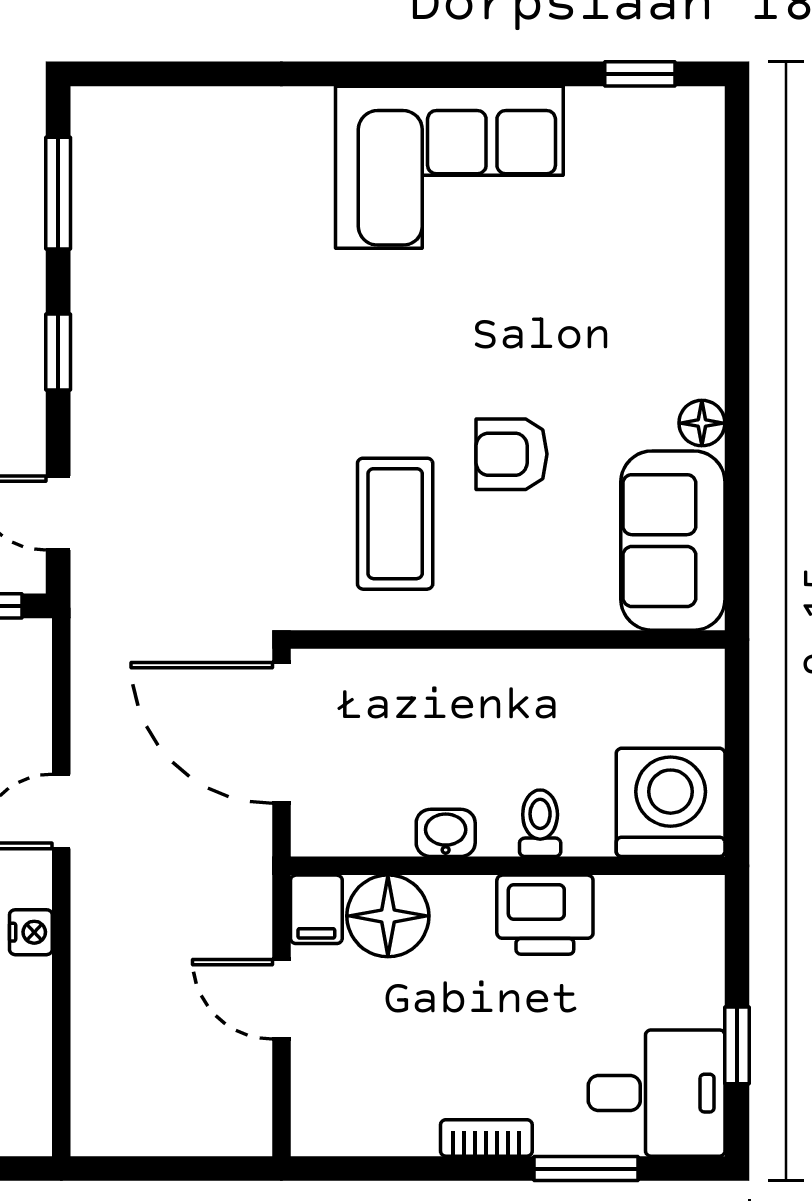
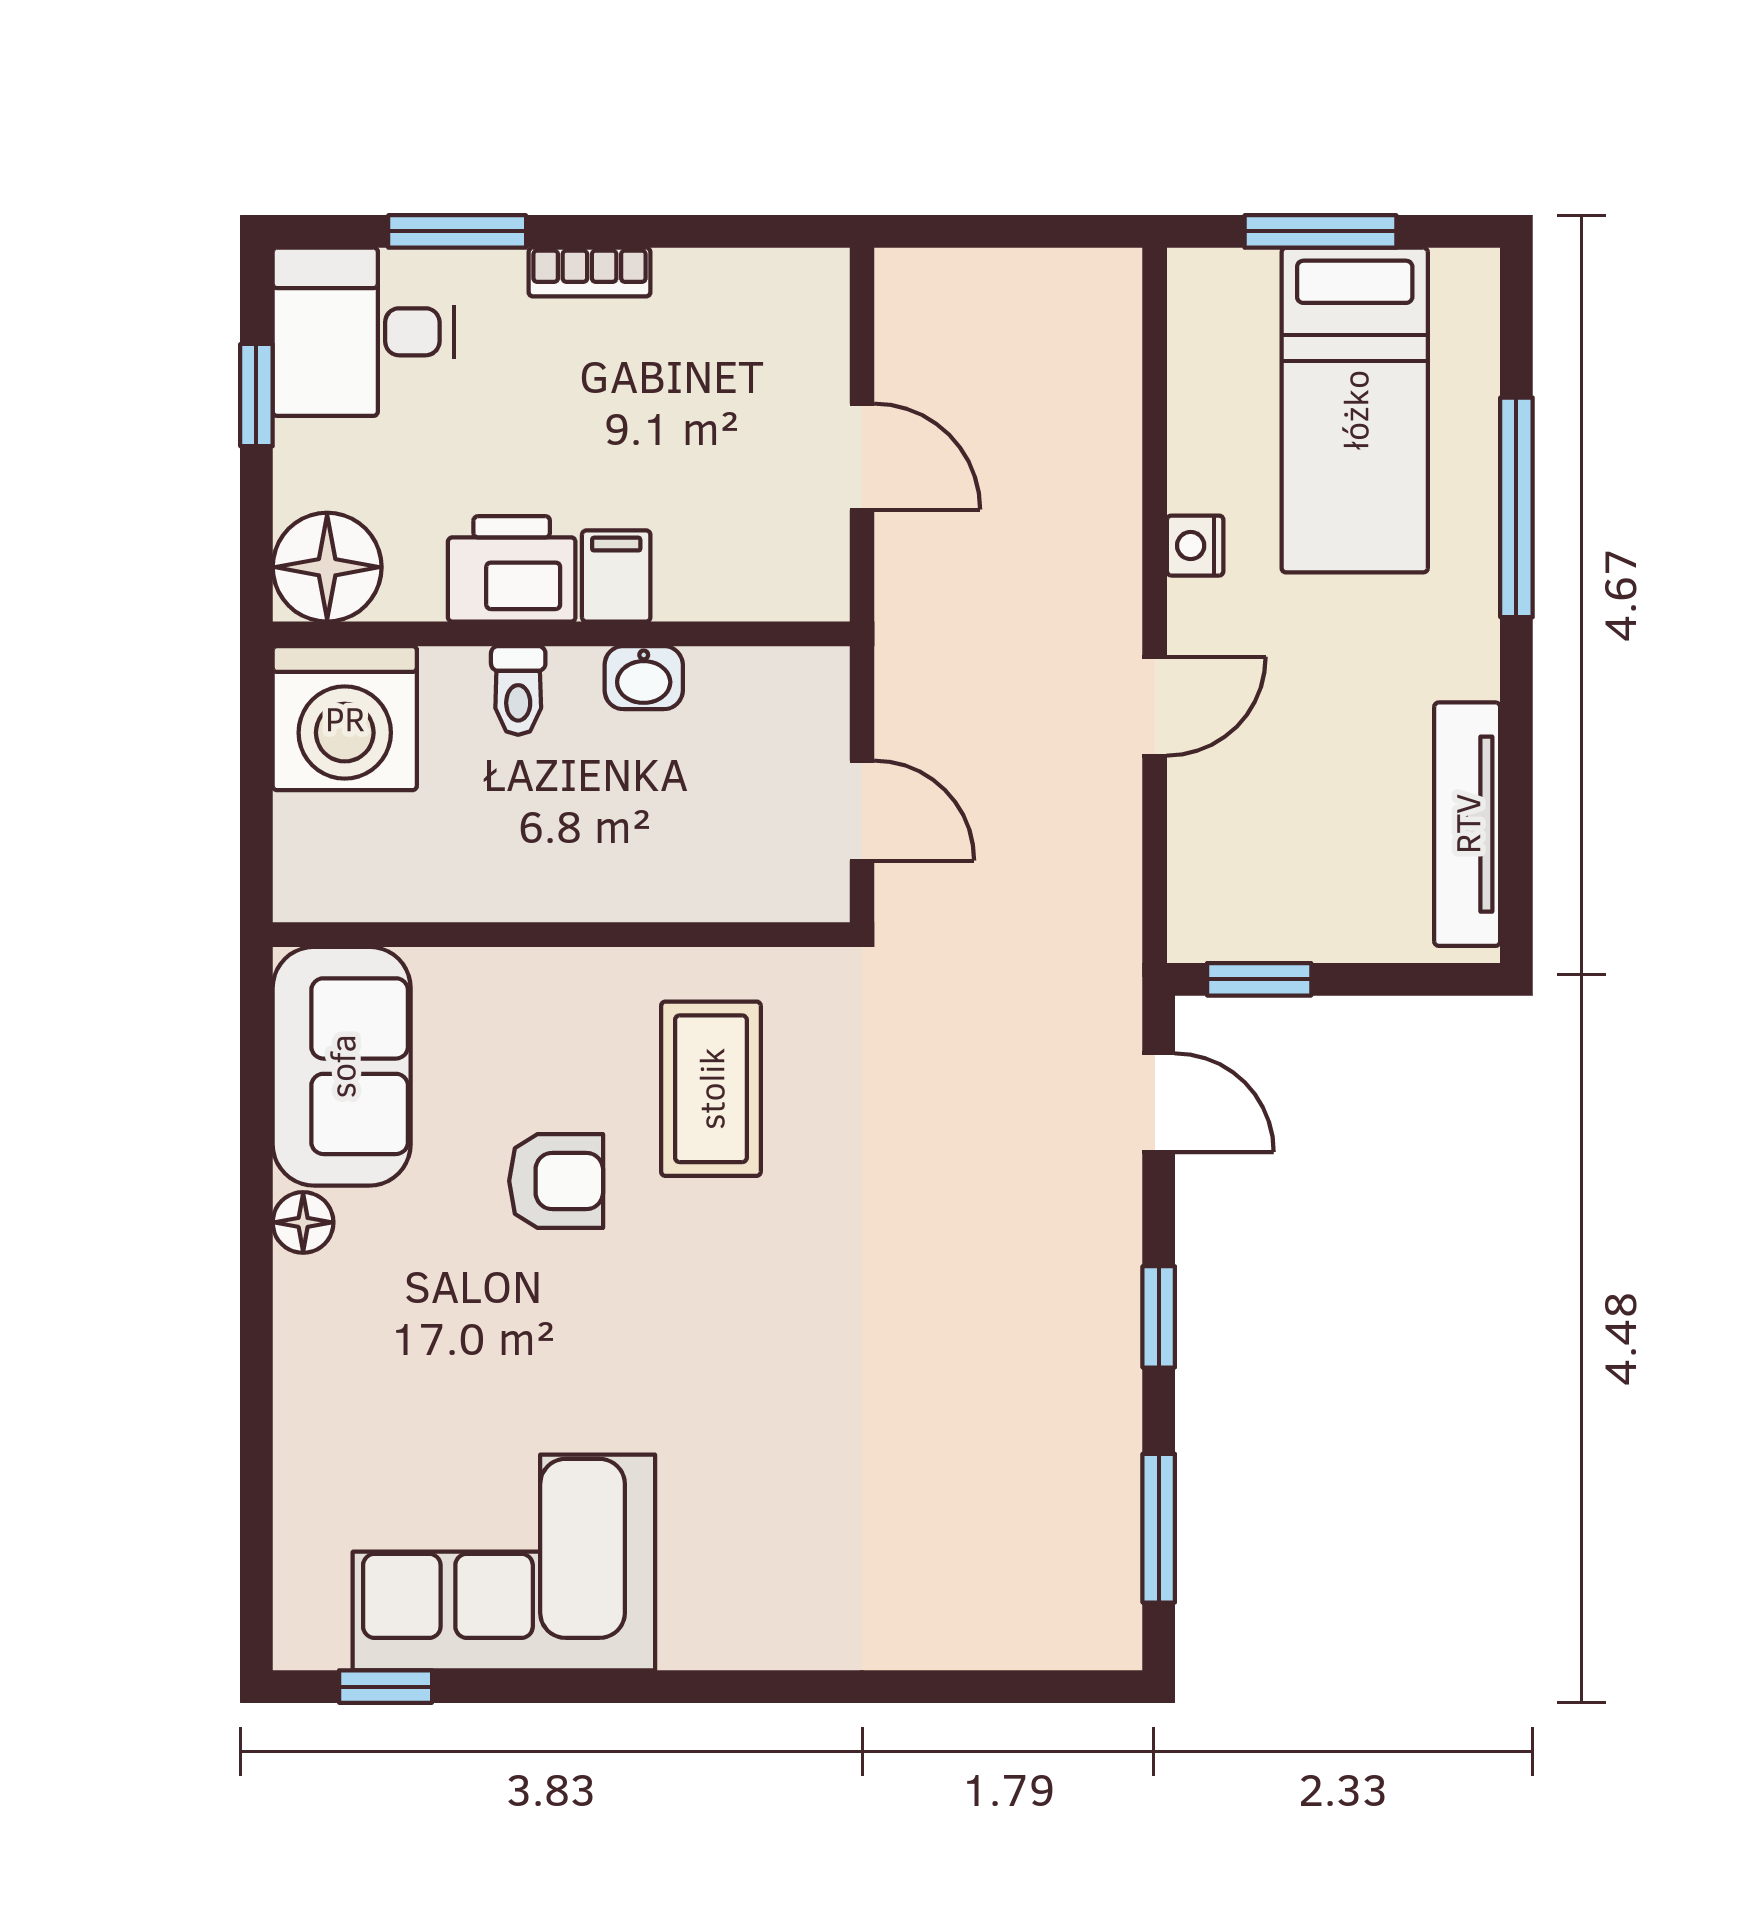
corner sofa: (449, 167) -> (504, 1562), moved
door: (281, 733) -> (862, 811), width x0.53
filing cabinet: (316, 909) -> (616, 576), moved
floor lamp: (388, 916) -> (327, 567), moved

